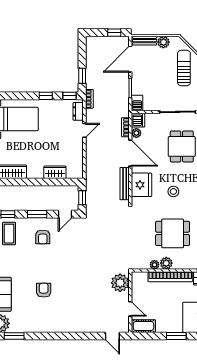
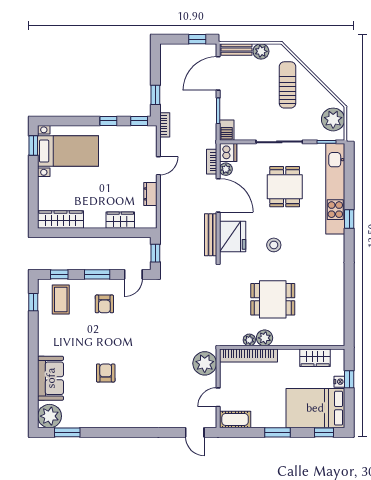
dresser: (78, 111) -> (150, 194), moved
bookcase: (170, 277) -> (248, 356), moved
door: (130, 309) -> (218, 397), swing flipped

